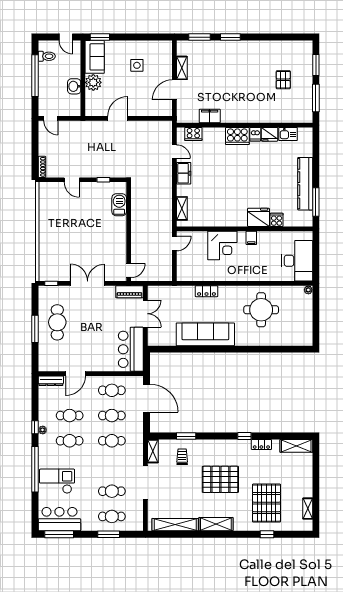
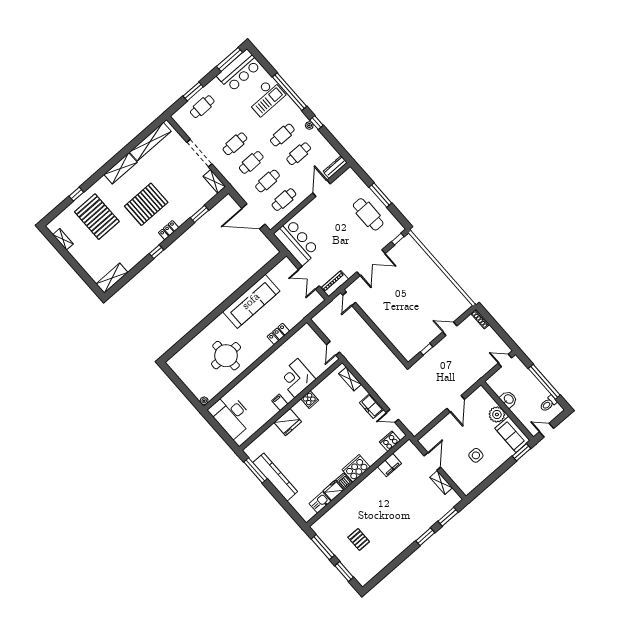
barbecue: (119, 205) -> (399, 341), removed
cooker: (277, 220) -> (310, 400), moved
locker: (261, 444) -> (169, 230), moved
trolley: (182, 457) -> (189, 196), removed
cafe table: (112, 491) -> (235, 144), moved

